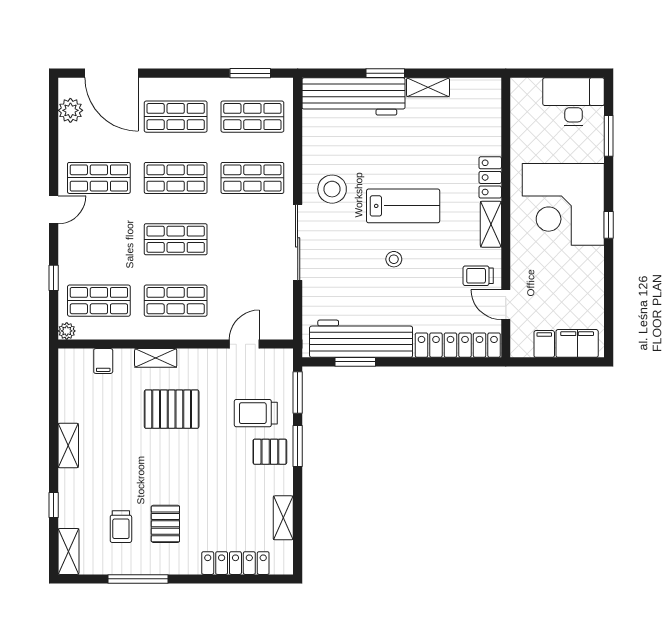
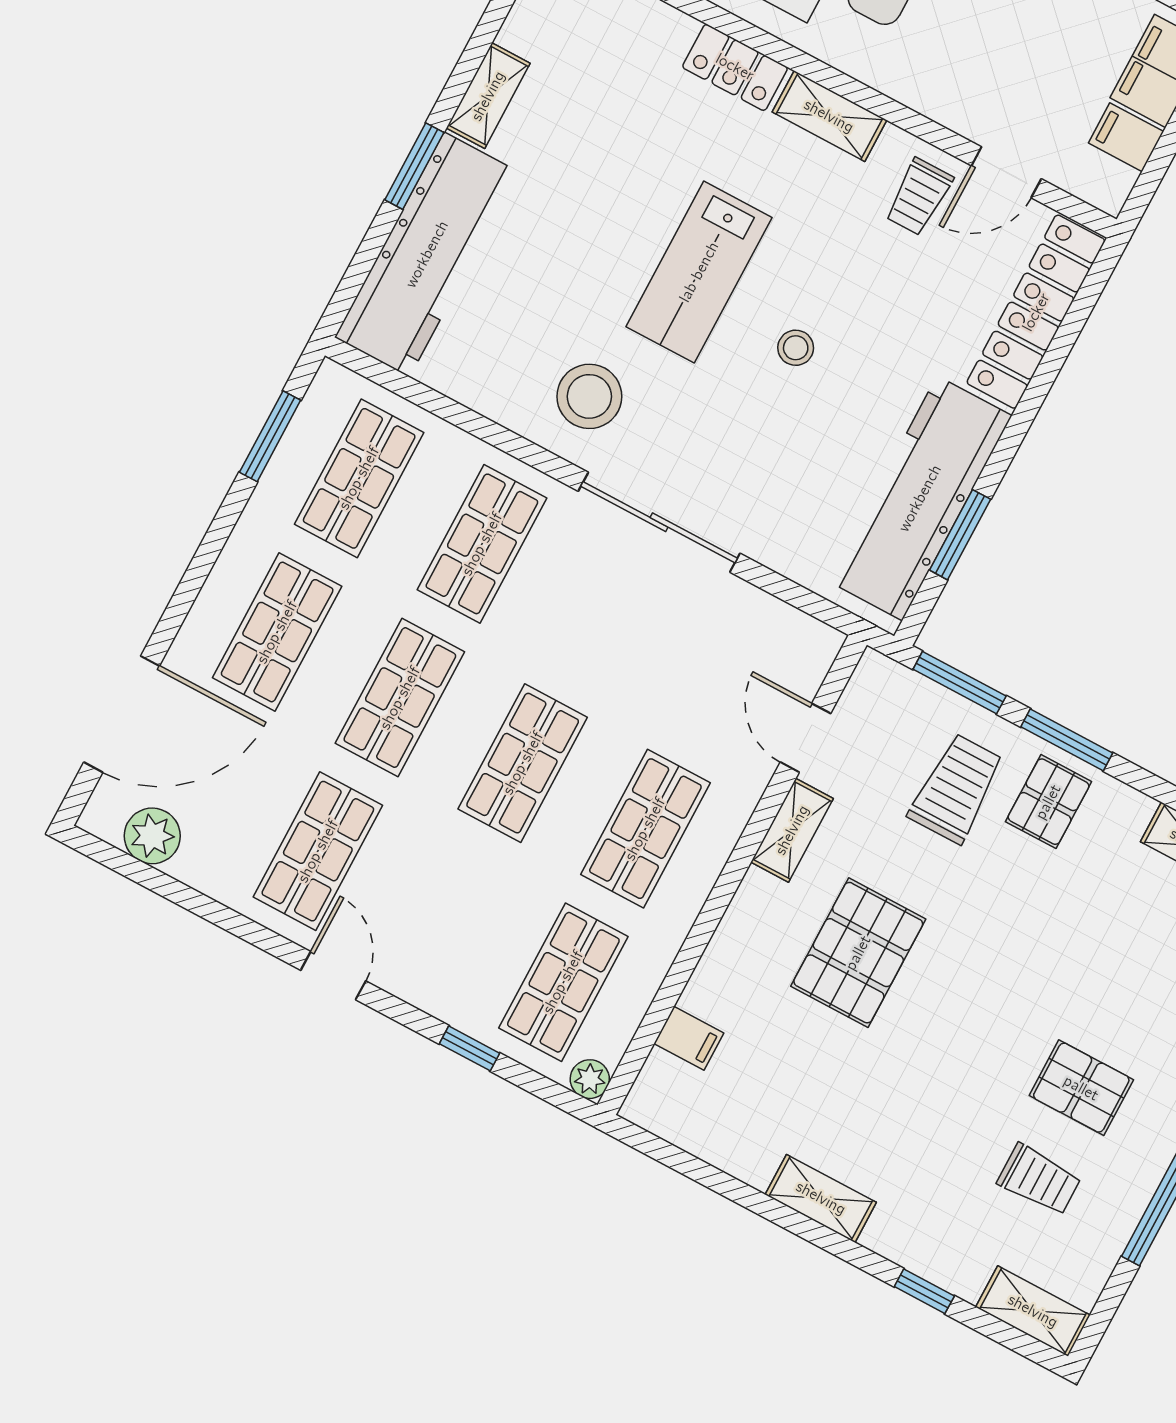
lab bench: (403, 206) -> (699, 272), turned 180
shelving: (156, 358) -> (792, 830), moved
trolley: (256, 413) -> (956, 789), turned 180

